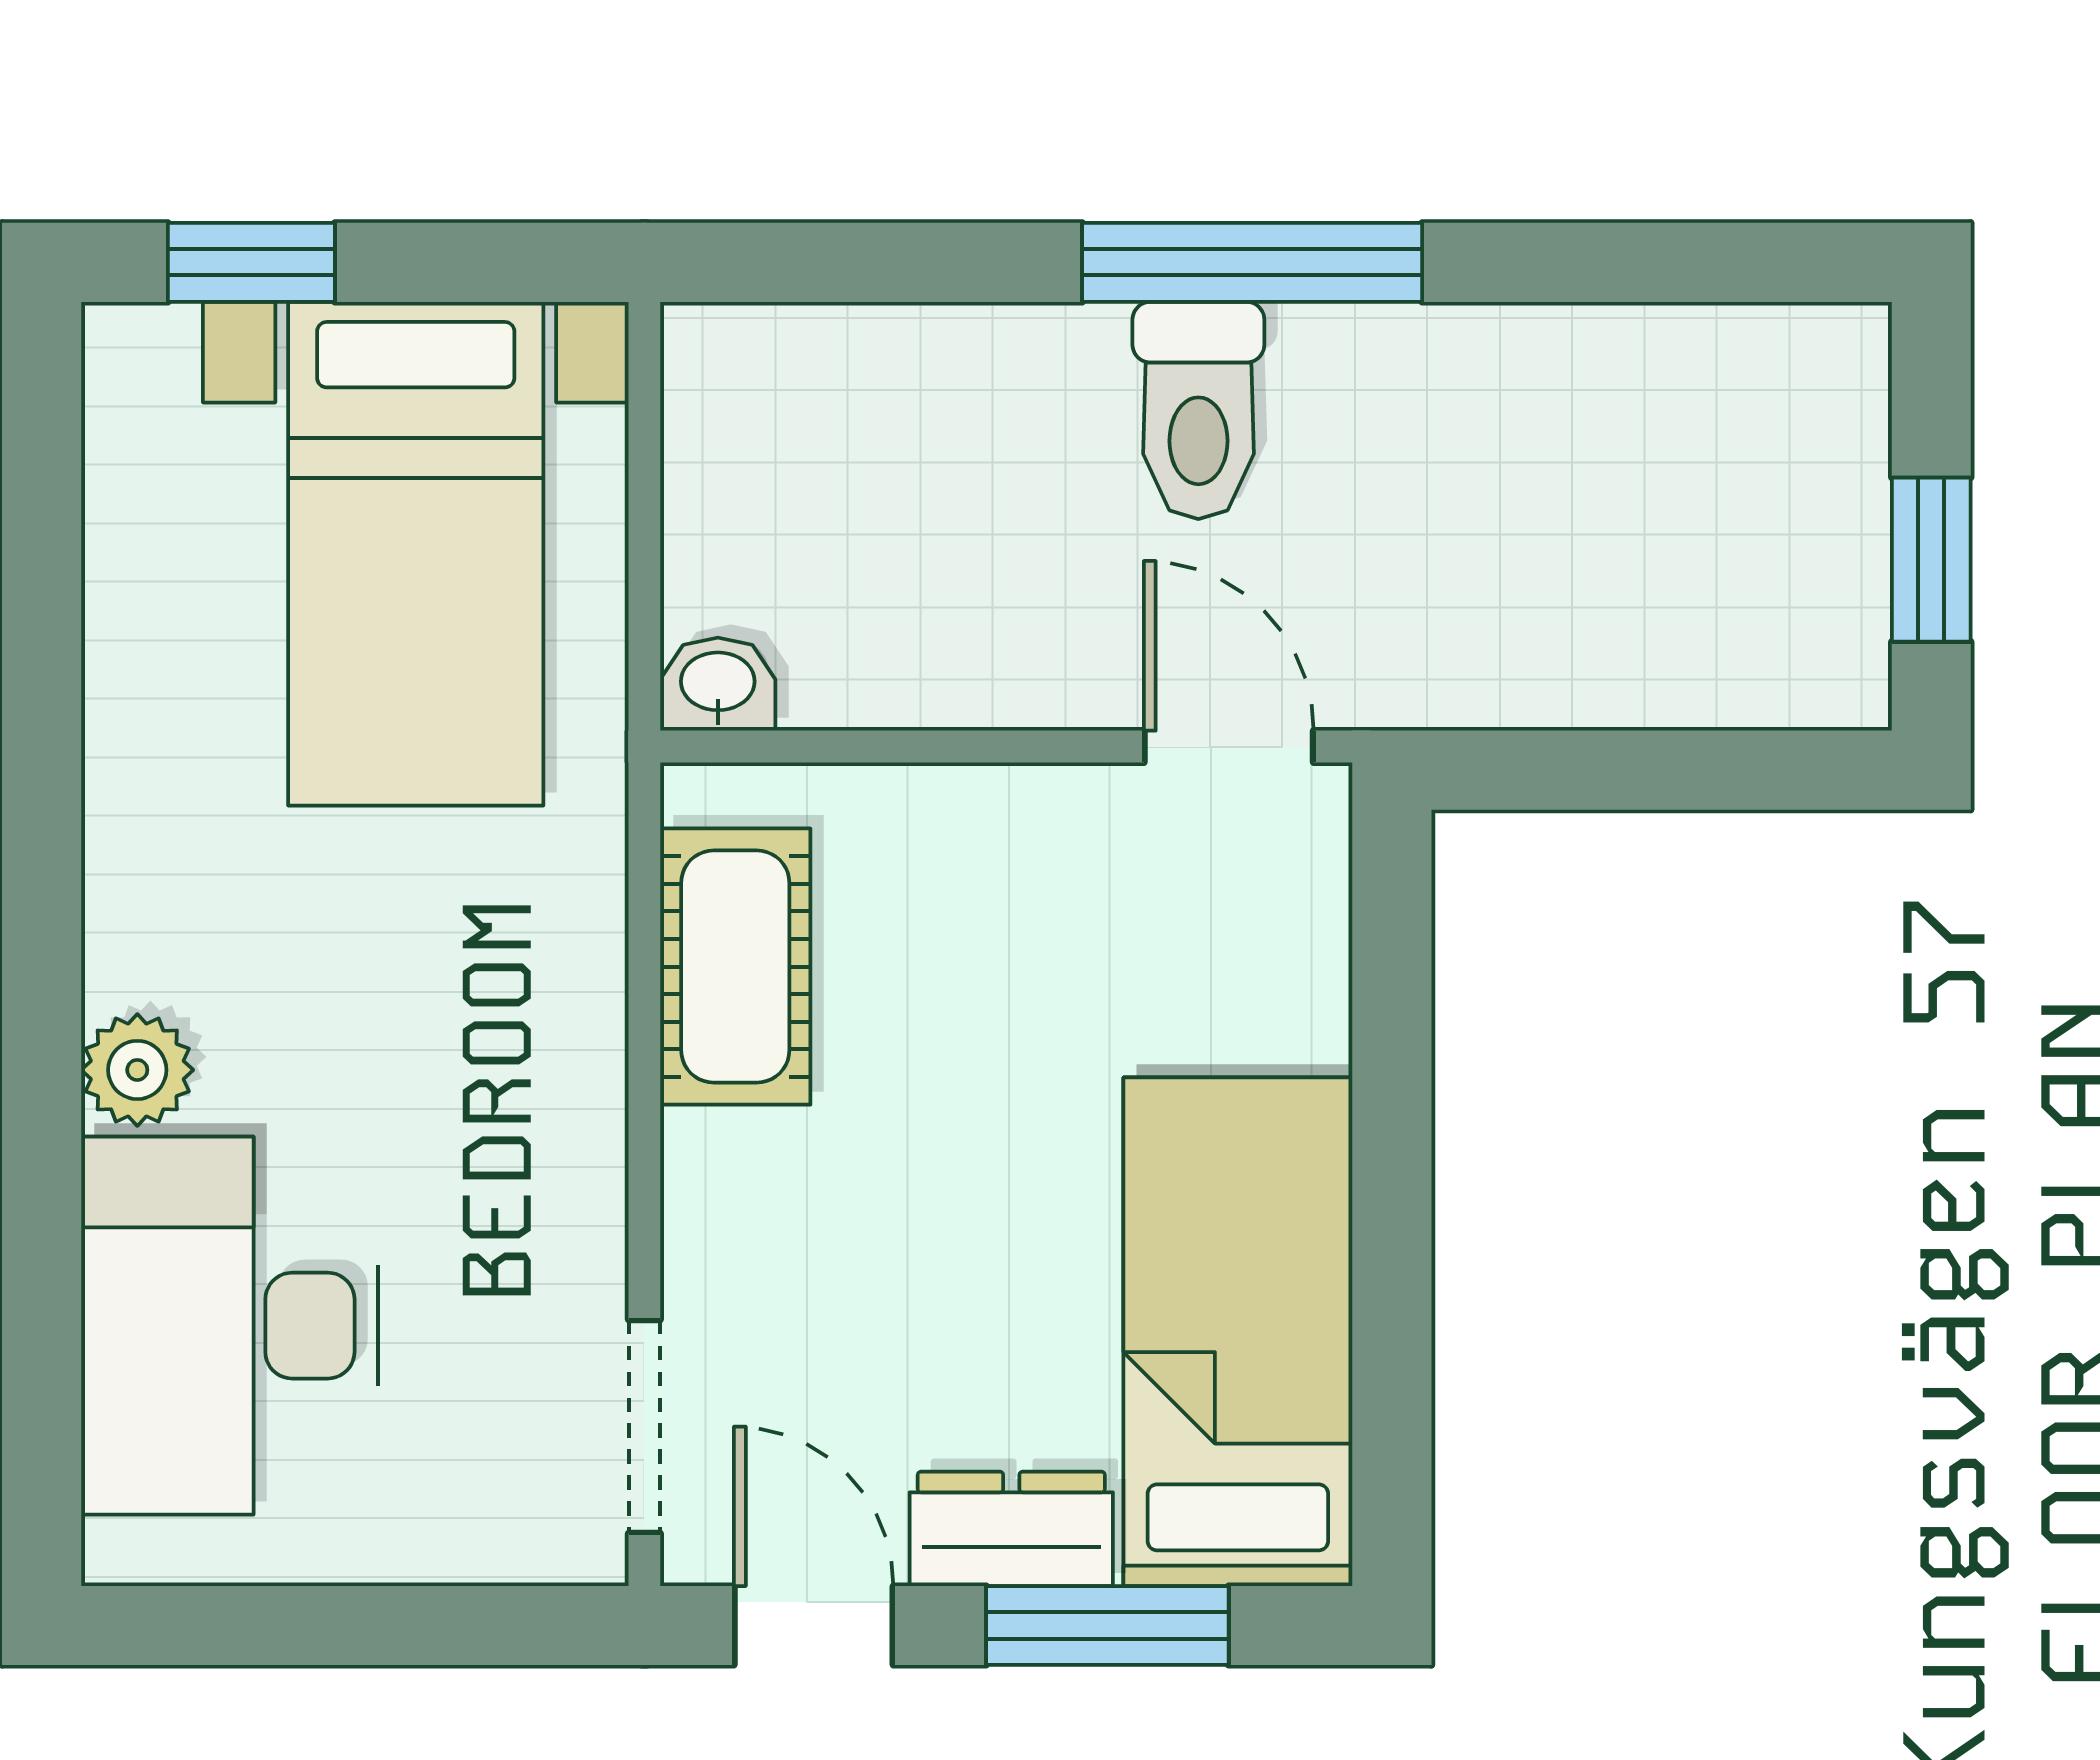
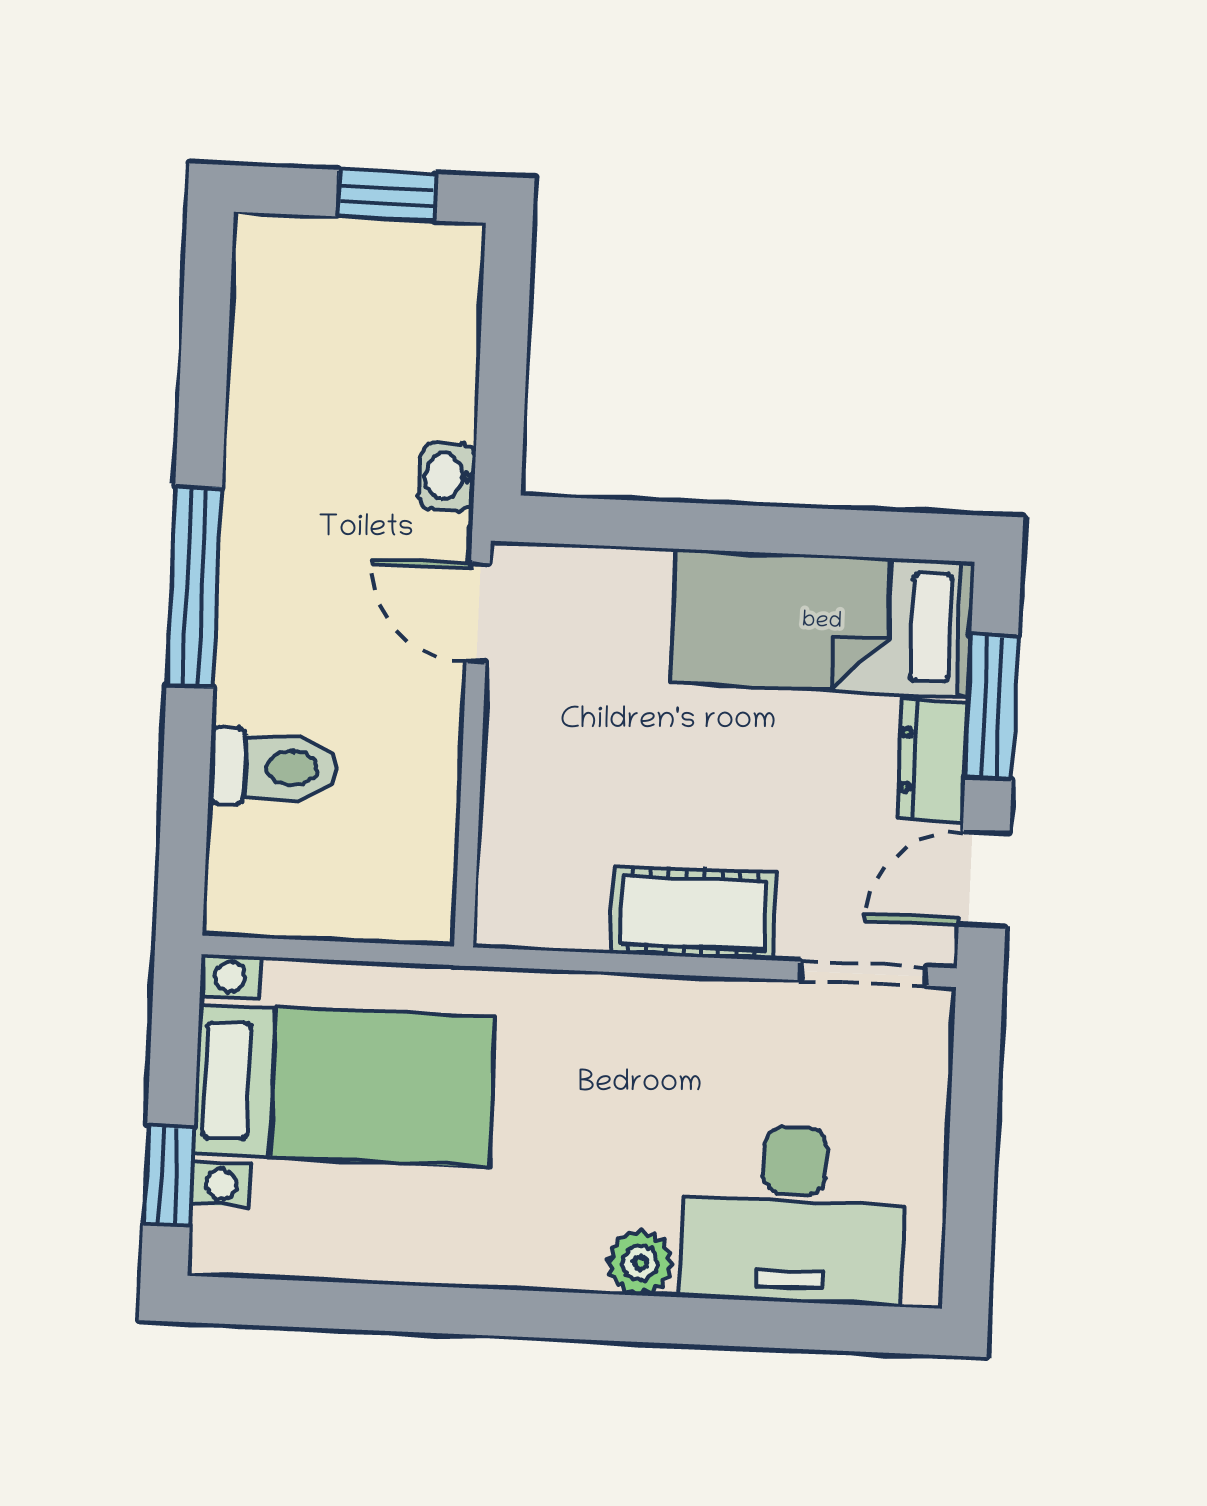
toilet: (1198, 410) -> (274, 767), moved
washbasin: (718, 684) -> (447, 476), moved
door: (1229, 747) -> (478, 613), hinge flipped
cot: (735, 967) -> (694, 913), moved

